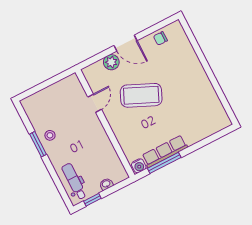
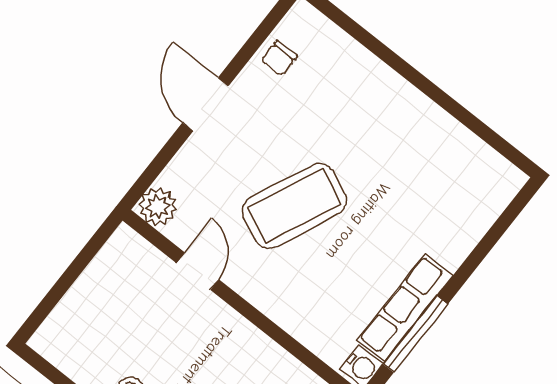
door: (125, 43) -> (206, 104), swing flipped
plant: (111, 62) -> (158, 207), moved

